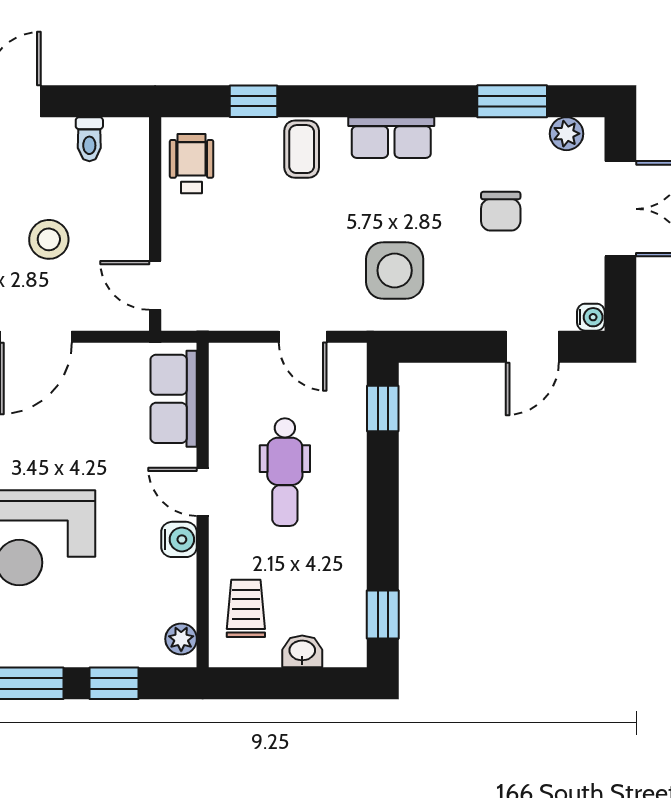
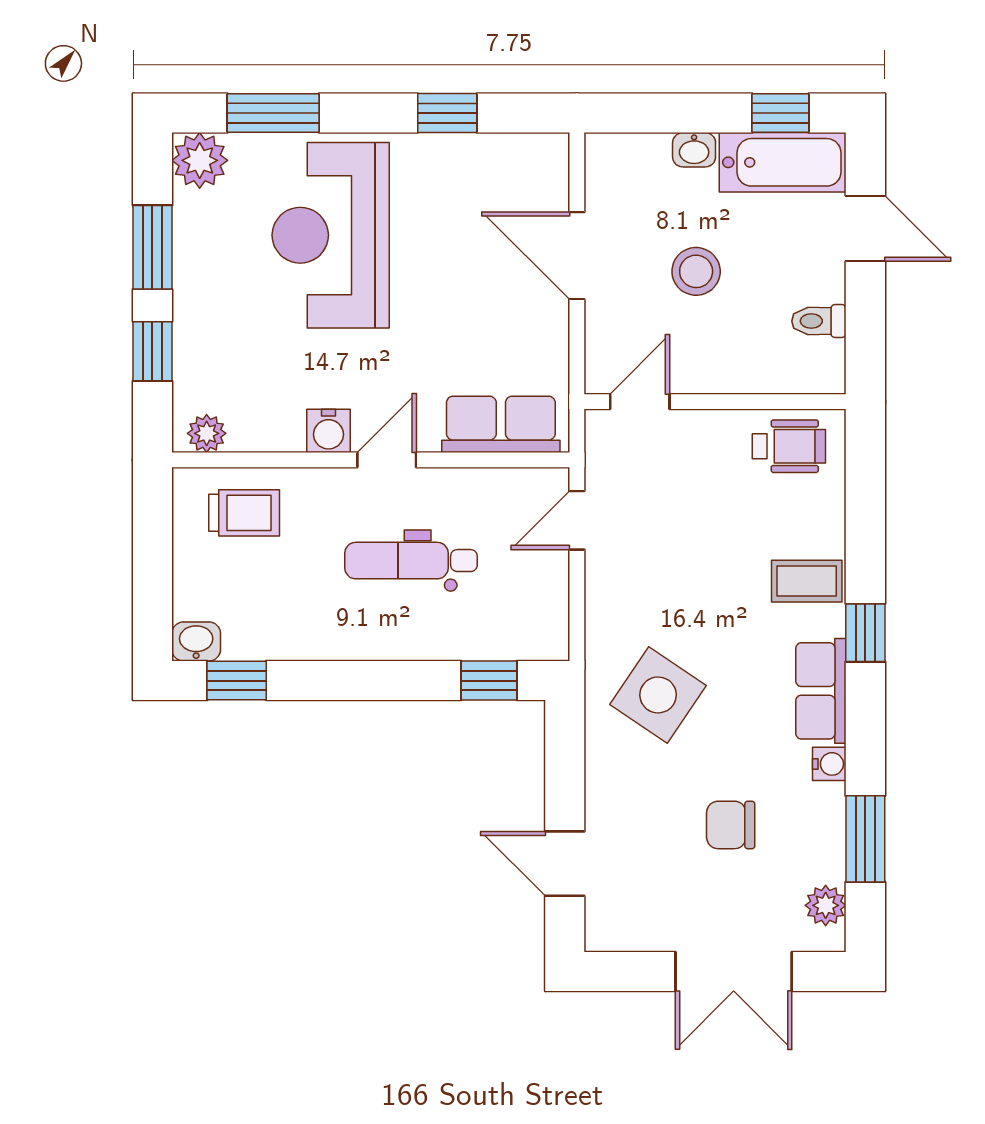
window: (253, 101) -> (865, 633), moved
side table: (395, 270) -> (658, 695), turned 34
water cooler: (591, 317) -> (829, 764), moved, turned -90
door: (303, 337) -> (577, 520), moved
washbasin: (302, 651) -> (196, 641), moved, turned -90

